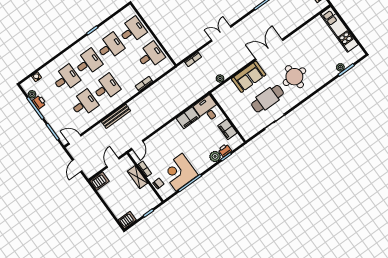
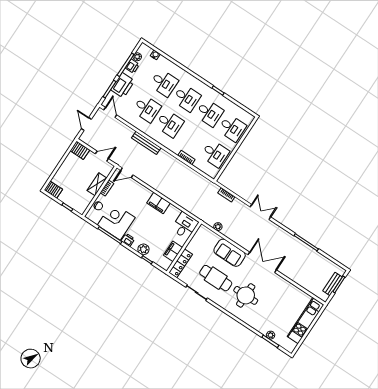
printer: (54, 118) -> (123, 85), added
filing cabinet: (188, 118) -> (158, 203), moved
locker: (241, 126) -> (181, 263), added
printer: (225, 150) -> (128, 240), moved
door: (77, 166) -> (86, 124), hinge flipped

